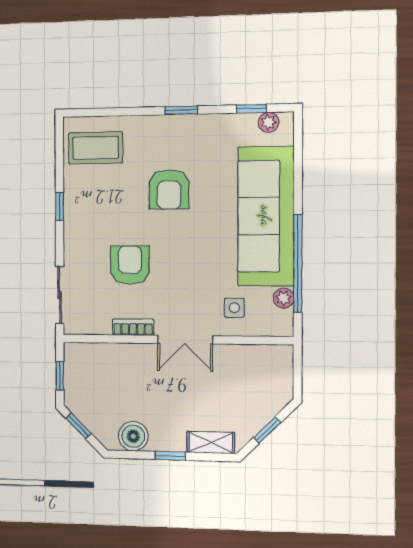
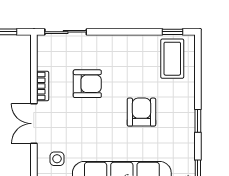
armchair: (169, 190) -> (141, 112), turned 90
window: (59, 206) -> (172, 32), moved

